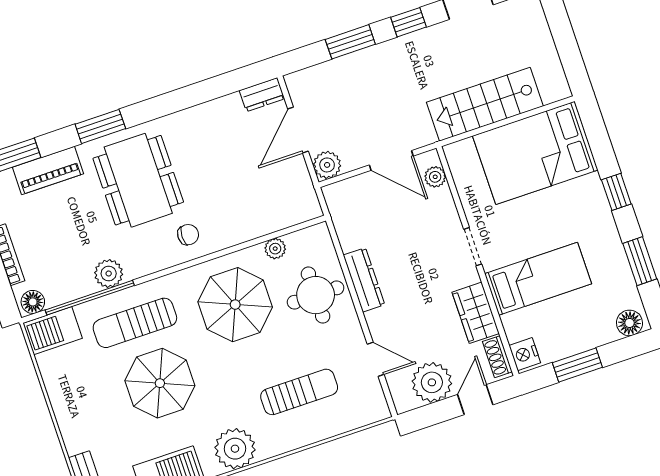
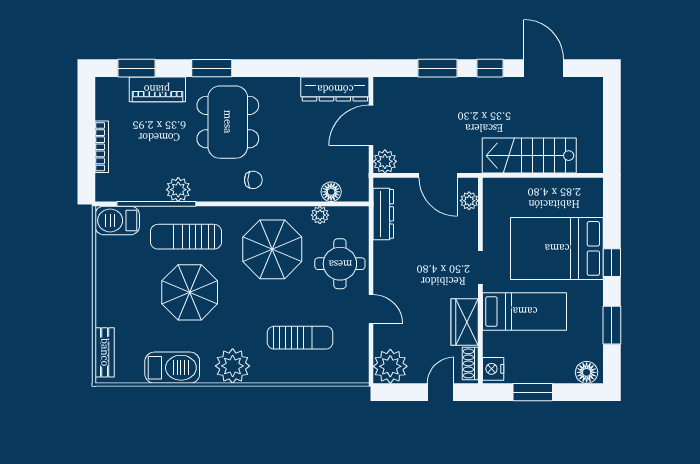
dresser: (262, 95) -> (335, 89), width x1.96, depth x1.24
bed: (535, 153) -> (557, 248), moved
dresser: (364, 280) -> (383, 214), moved
floor lamp: (33, 302) -> (331, 192), moved
door: (376, 359) -> (371, 309), moved
plant: (432, 382) -> (390, 366), moved

